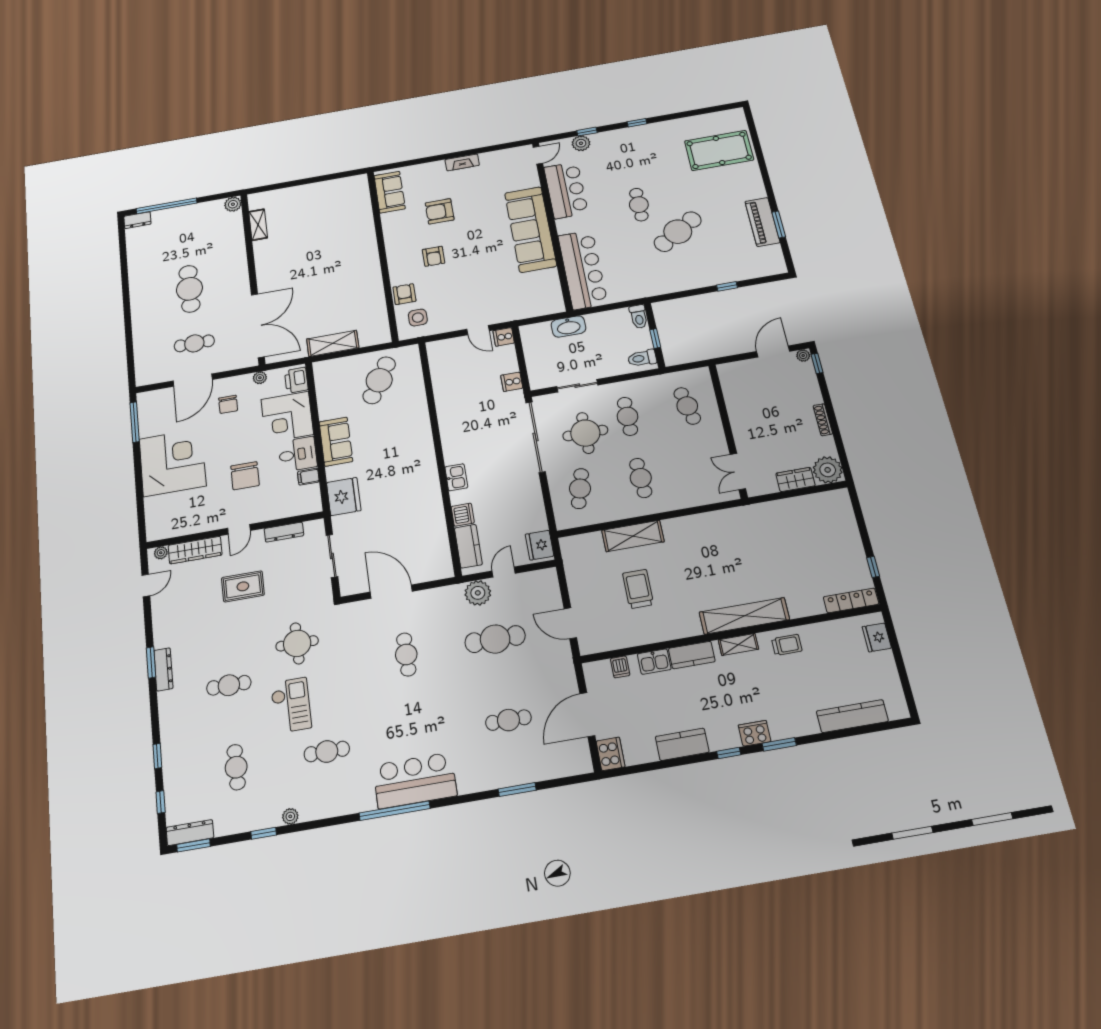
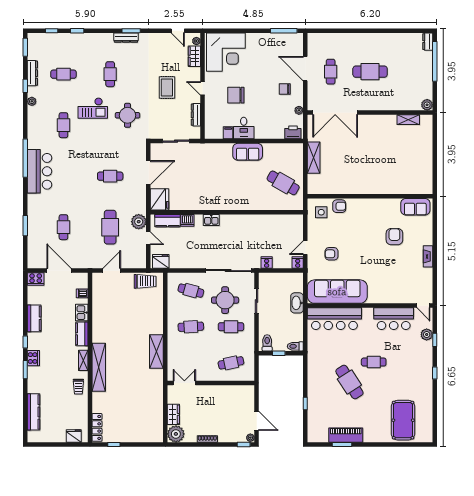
sofa: (531, 229) -> (337, 292), moved
armchair: (434, 256) -> (332, 254), moved
corner desk: (287, 417) -> (269, 124), removed
corner desk: (172, 462) -> (226, 52), moved
fridge: (344, 497) -> (160, 199), moved, turned -90
shelving: (633, 536) -> (156, 352), moved
wardrobe: (195, 550) -> (194, 56), width x0.67
trolley: (638, 589) -> (145, 281), moved
dresser: (190, 833) -> (32, 73), moved

